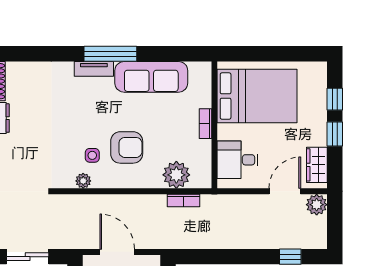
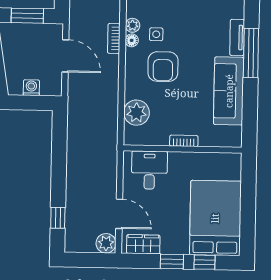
bed: (257, 96) -> (215, 218), moved, turned 180
floor lamp: (99, 181) -> (132, 40), added
bookcase: (184, 201) -> (114, 39), moved
door: (117, 252) -> (65, 56), hinge flipped

